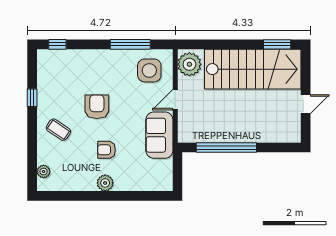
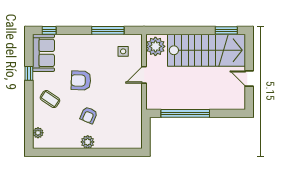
side table: (149, 70) -> (123, 51), width x0.54, depth x0.54
door: (306, 104) -> (249, 79), swing flipped
armchair: (97, 107) -> (81, 81), turned -88
sofa: (159, 135) -> (43, 53), moved, turned 180
armchair: (107, 150) -> (89, 115), turned -67

